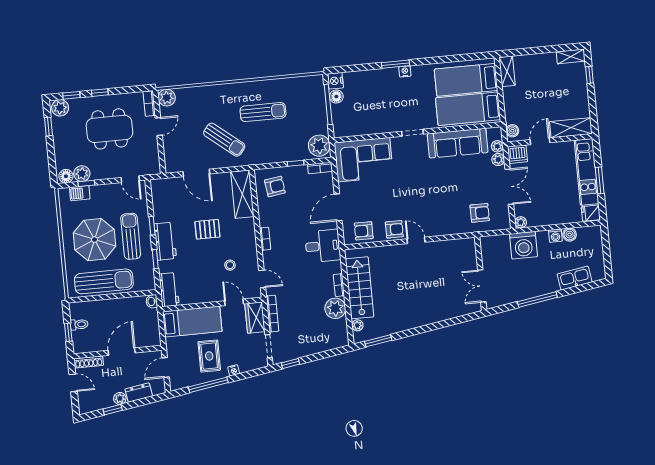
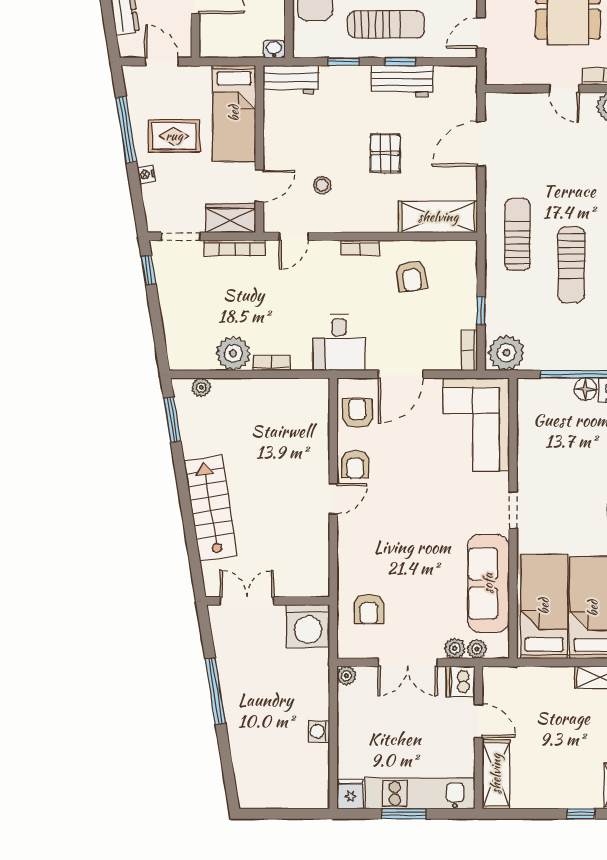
boiler: (512, 131) -> (500, 677), removed
sun lounger: (224, 140) -> (517, 234), moved, turned 141
armchair: (275, 187) -> (411, 276), moved
door: (338, 207) -> (401, 374), swing flipped
boiler: (570, 235) -> (318, 755), removed
workbench: (165, 241) -> (402, 81), moved
washing machine: (523, 245) -> (308, 626), moved, turned -90
kitchen sink: (575, 278) -> (245, 757), removed
stairs: (360, 288) -> (211, 508), moved, turned -99

